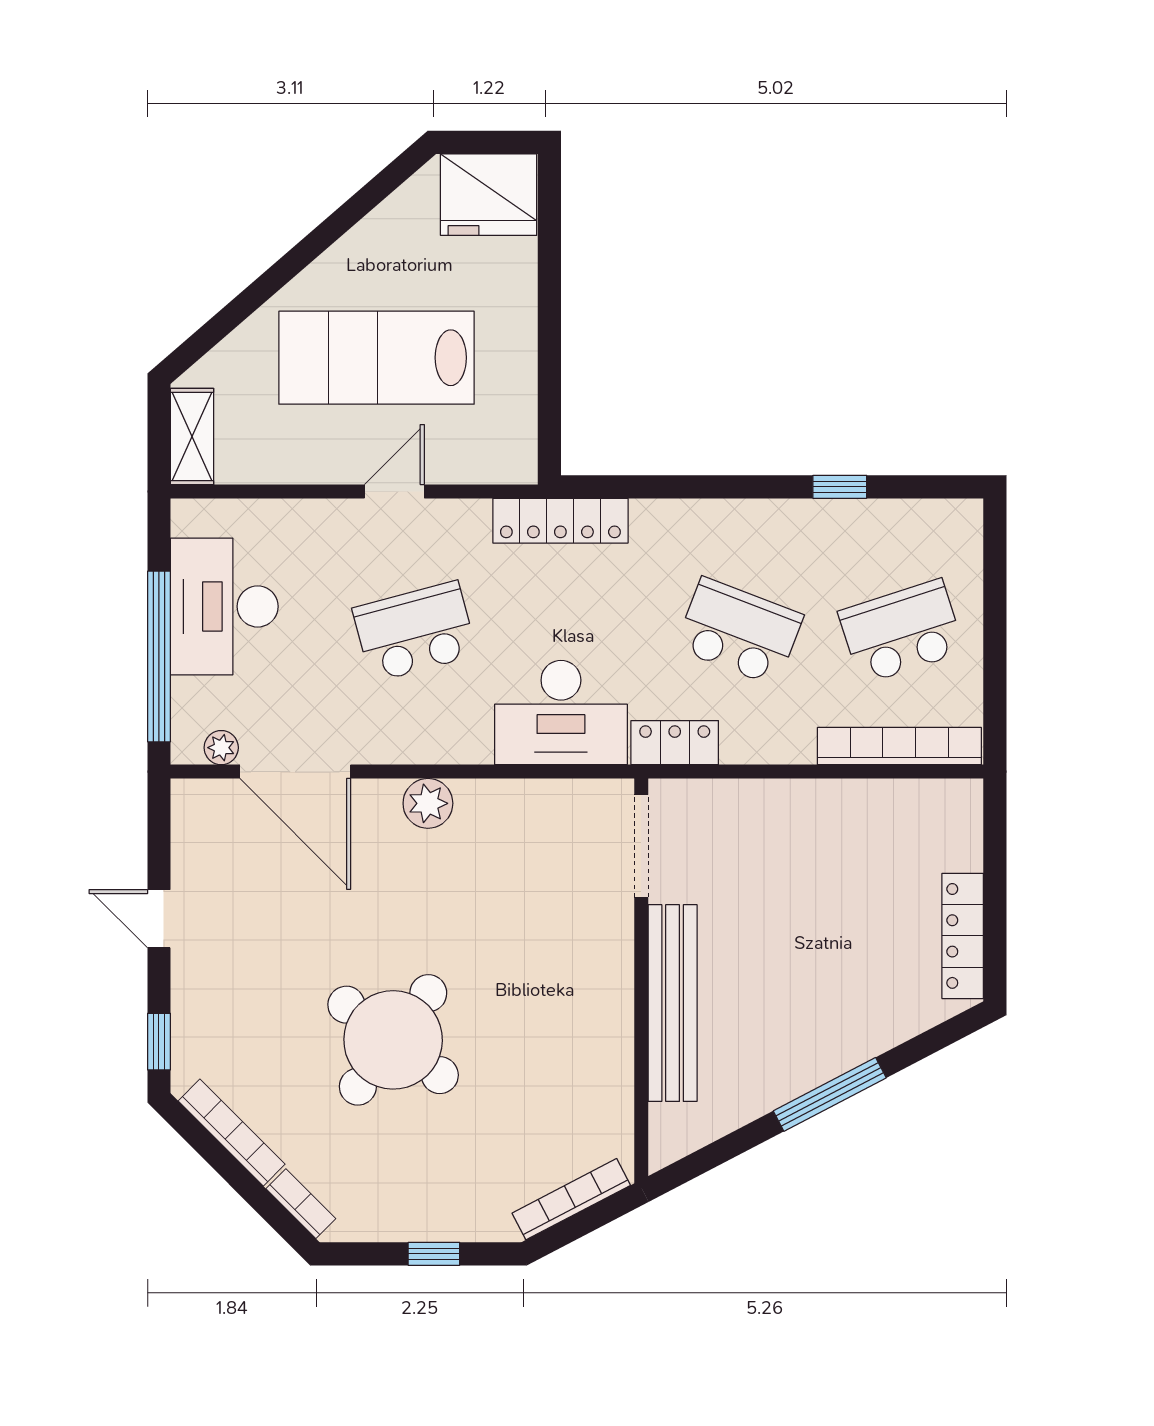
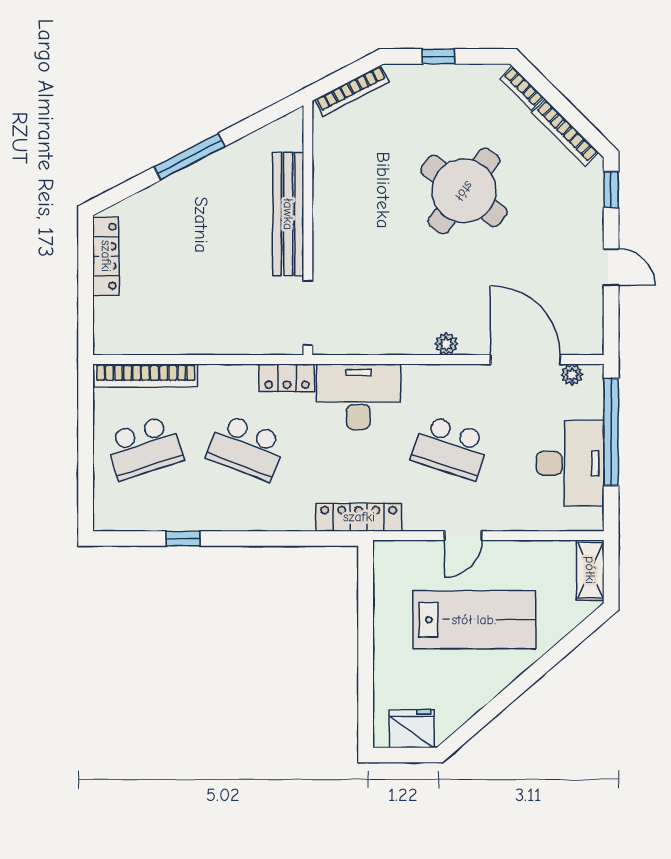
fridge: (489, 195) -> (412, 729), width x0.73, depth x0.75
school desk: (415, 632) -> (450, 448), turned 33
plant: (428, 803) -> (446, 344), width x0.73, depth x0.73

